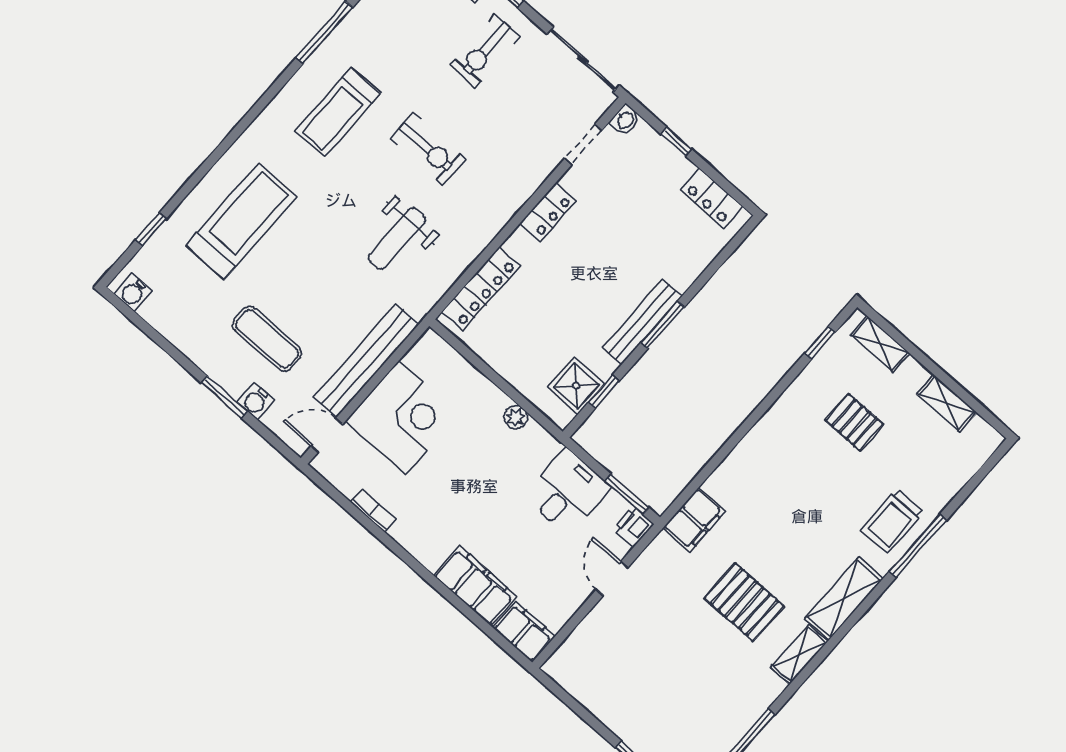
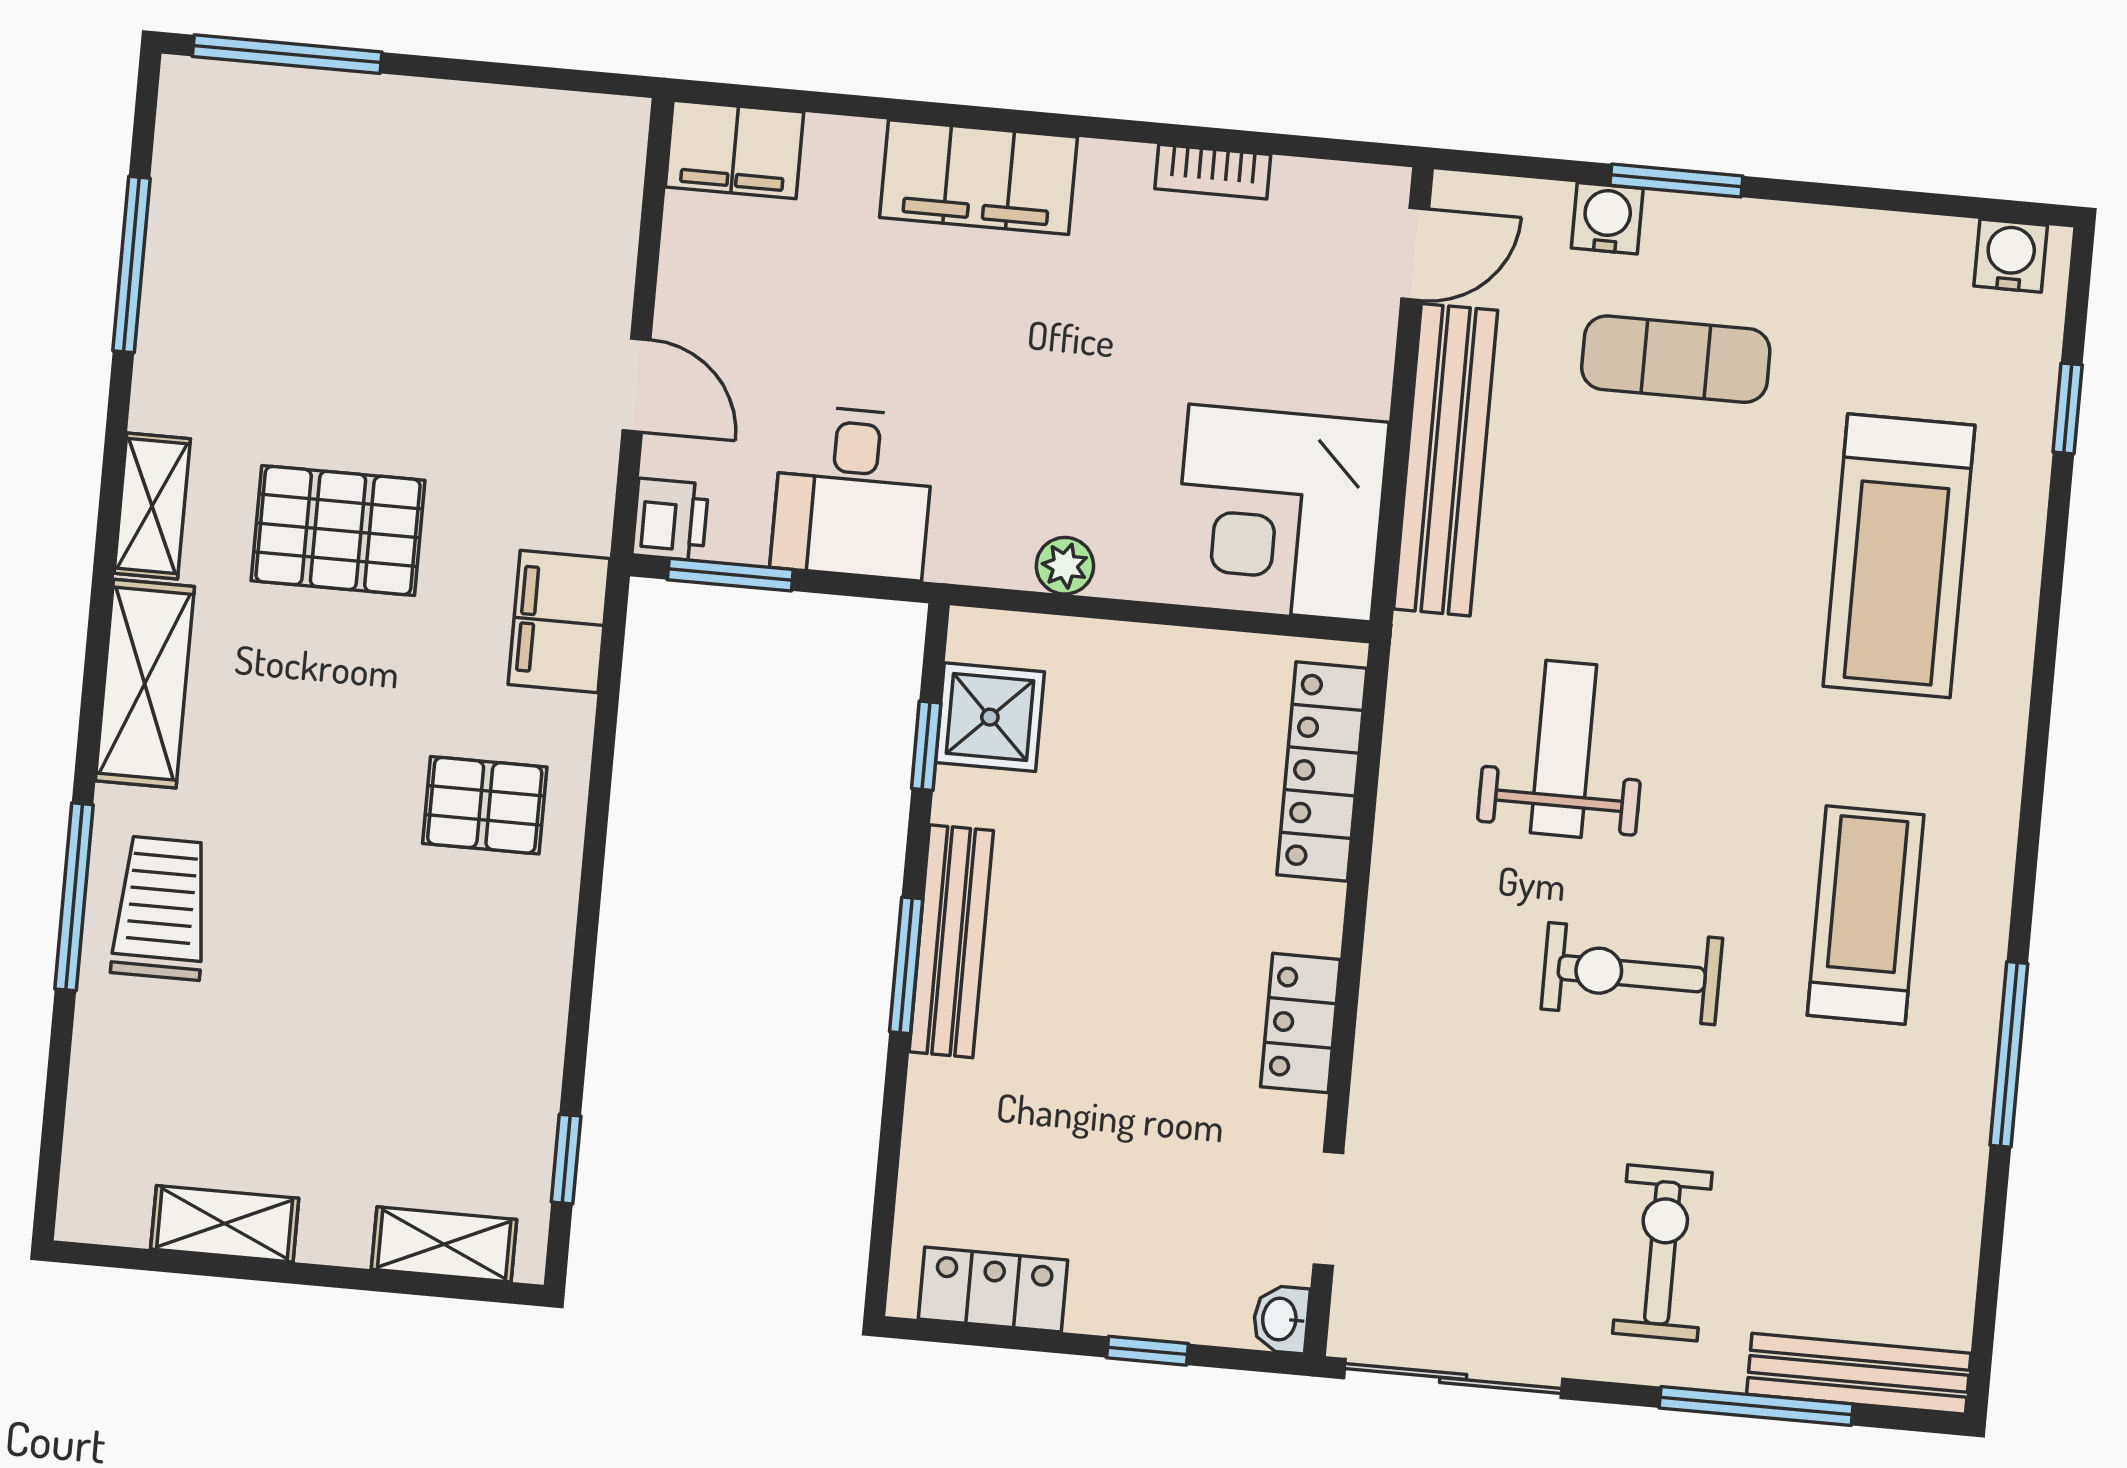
corner desk: (402, 418) -> (1280, 513), moved
pallet: (854, 422) -> (485, 805), moved
filing cabinet: (475, 586) -> (978, 177), moved

